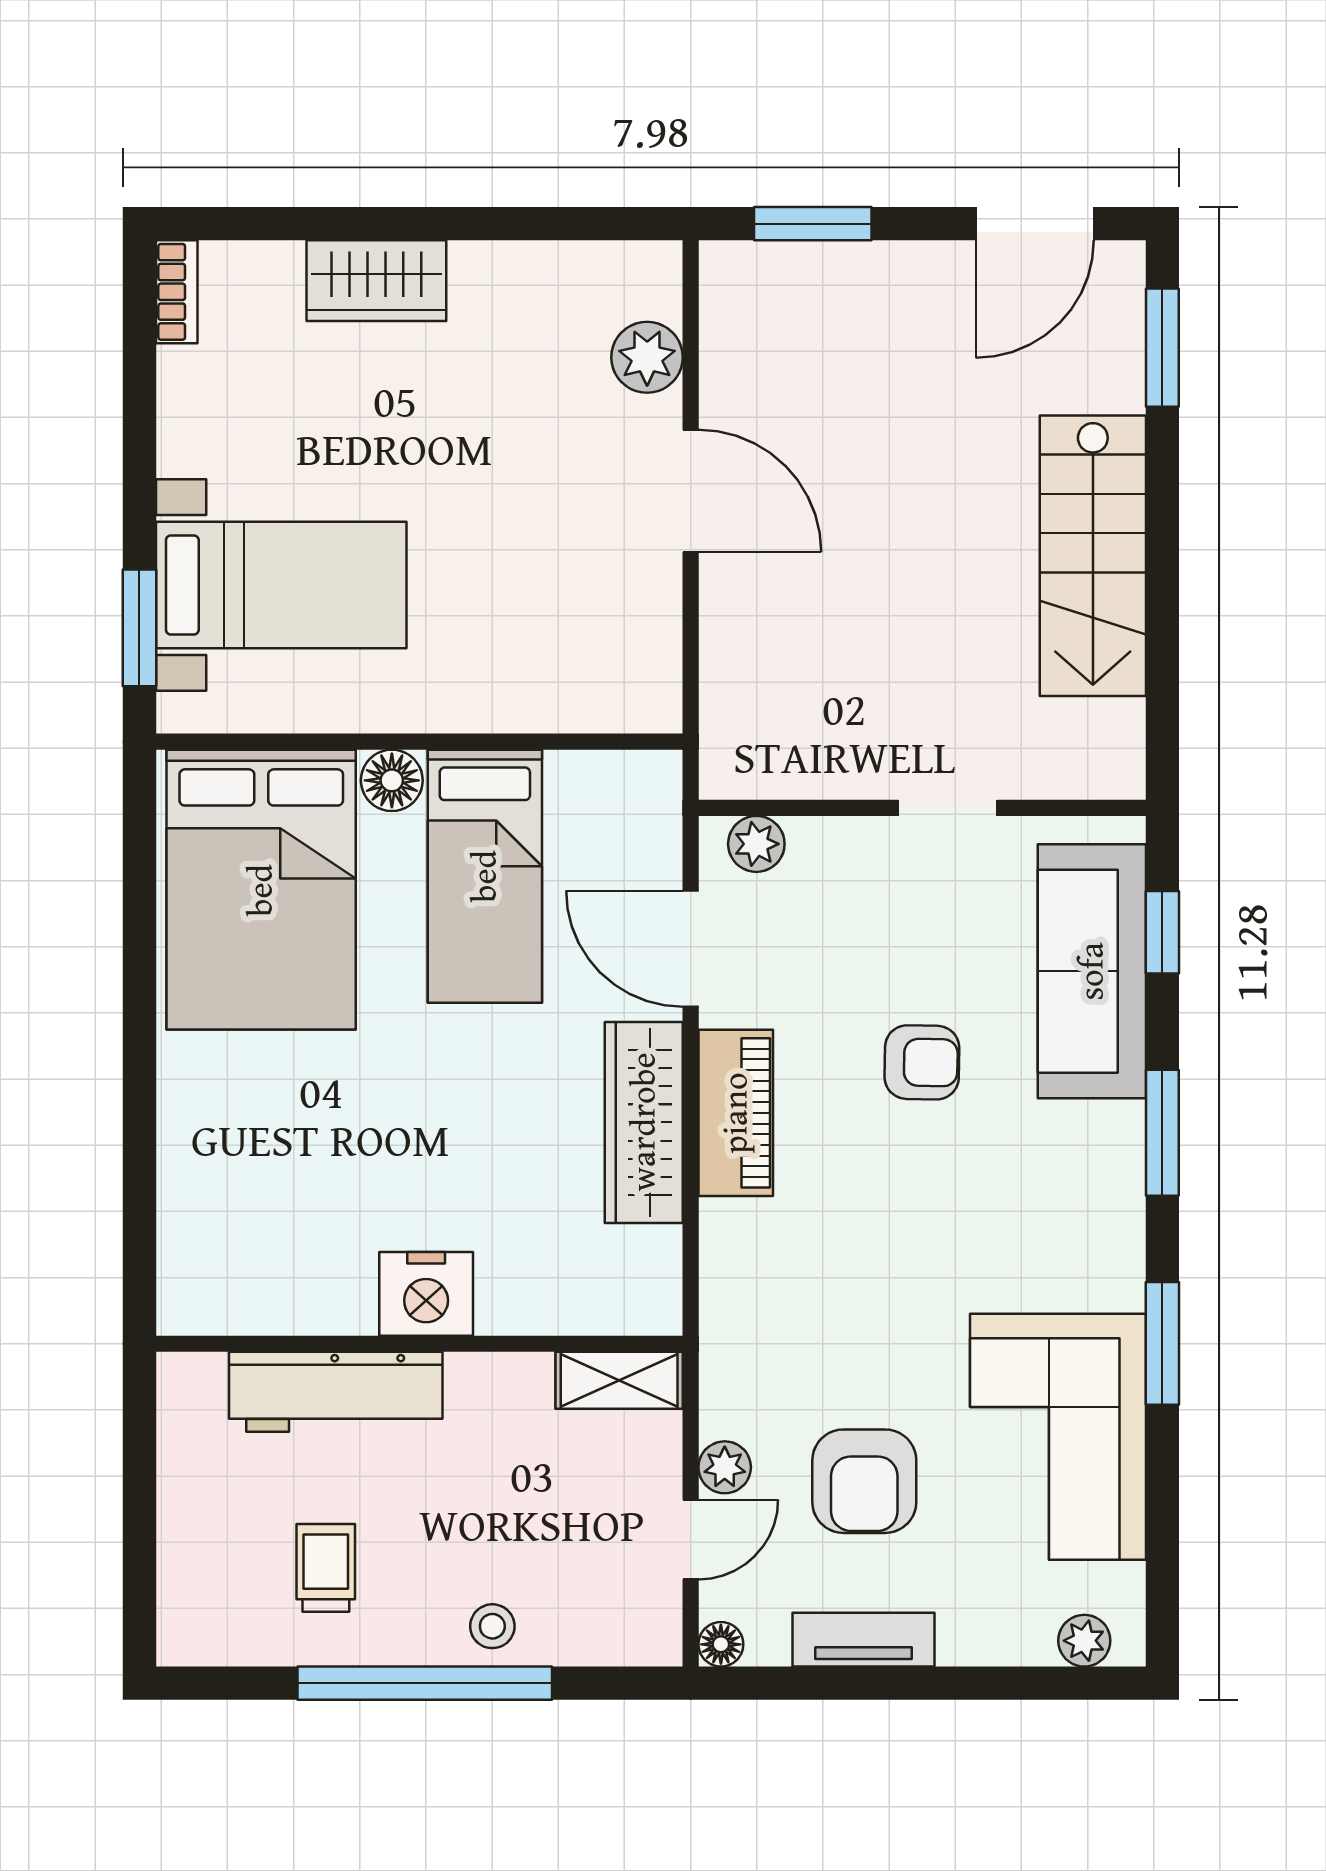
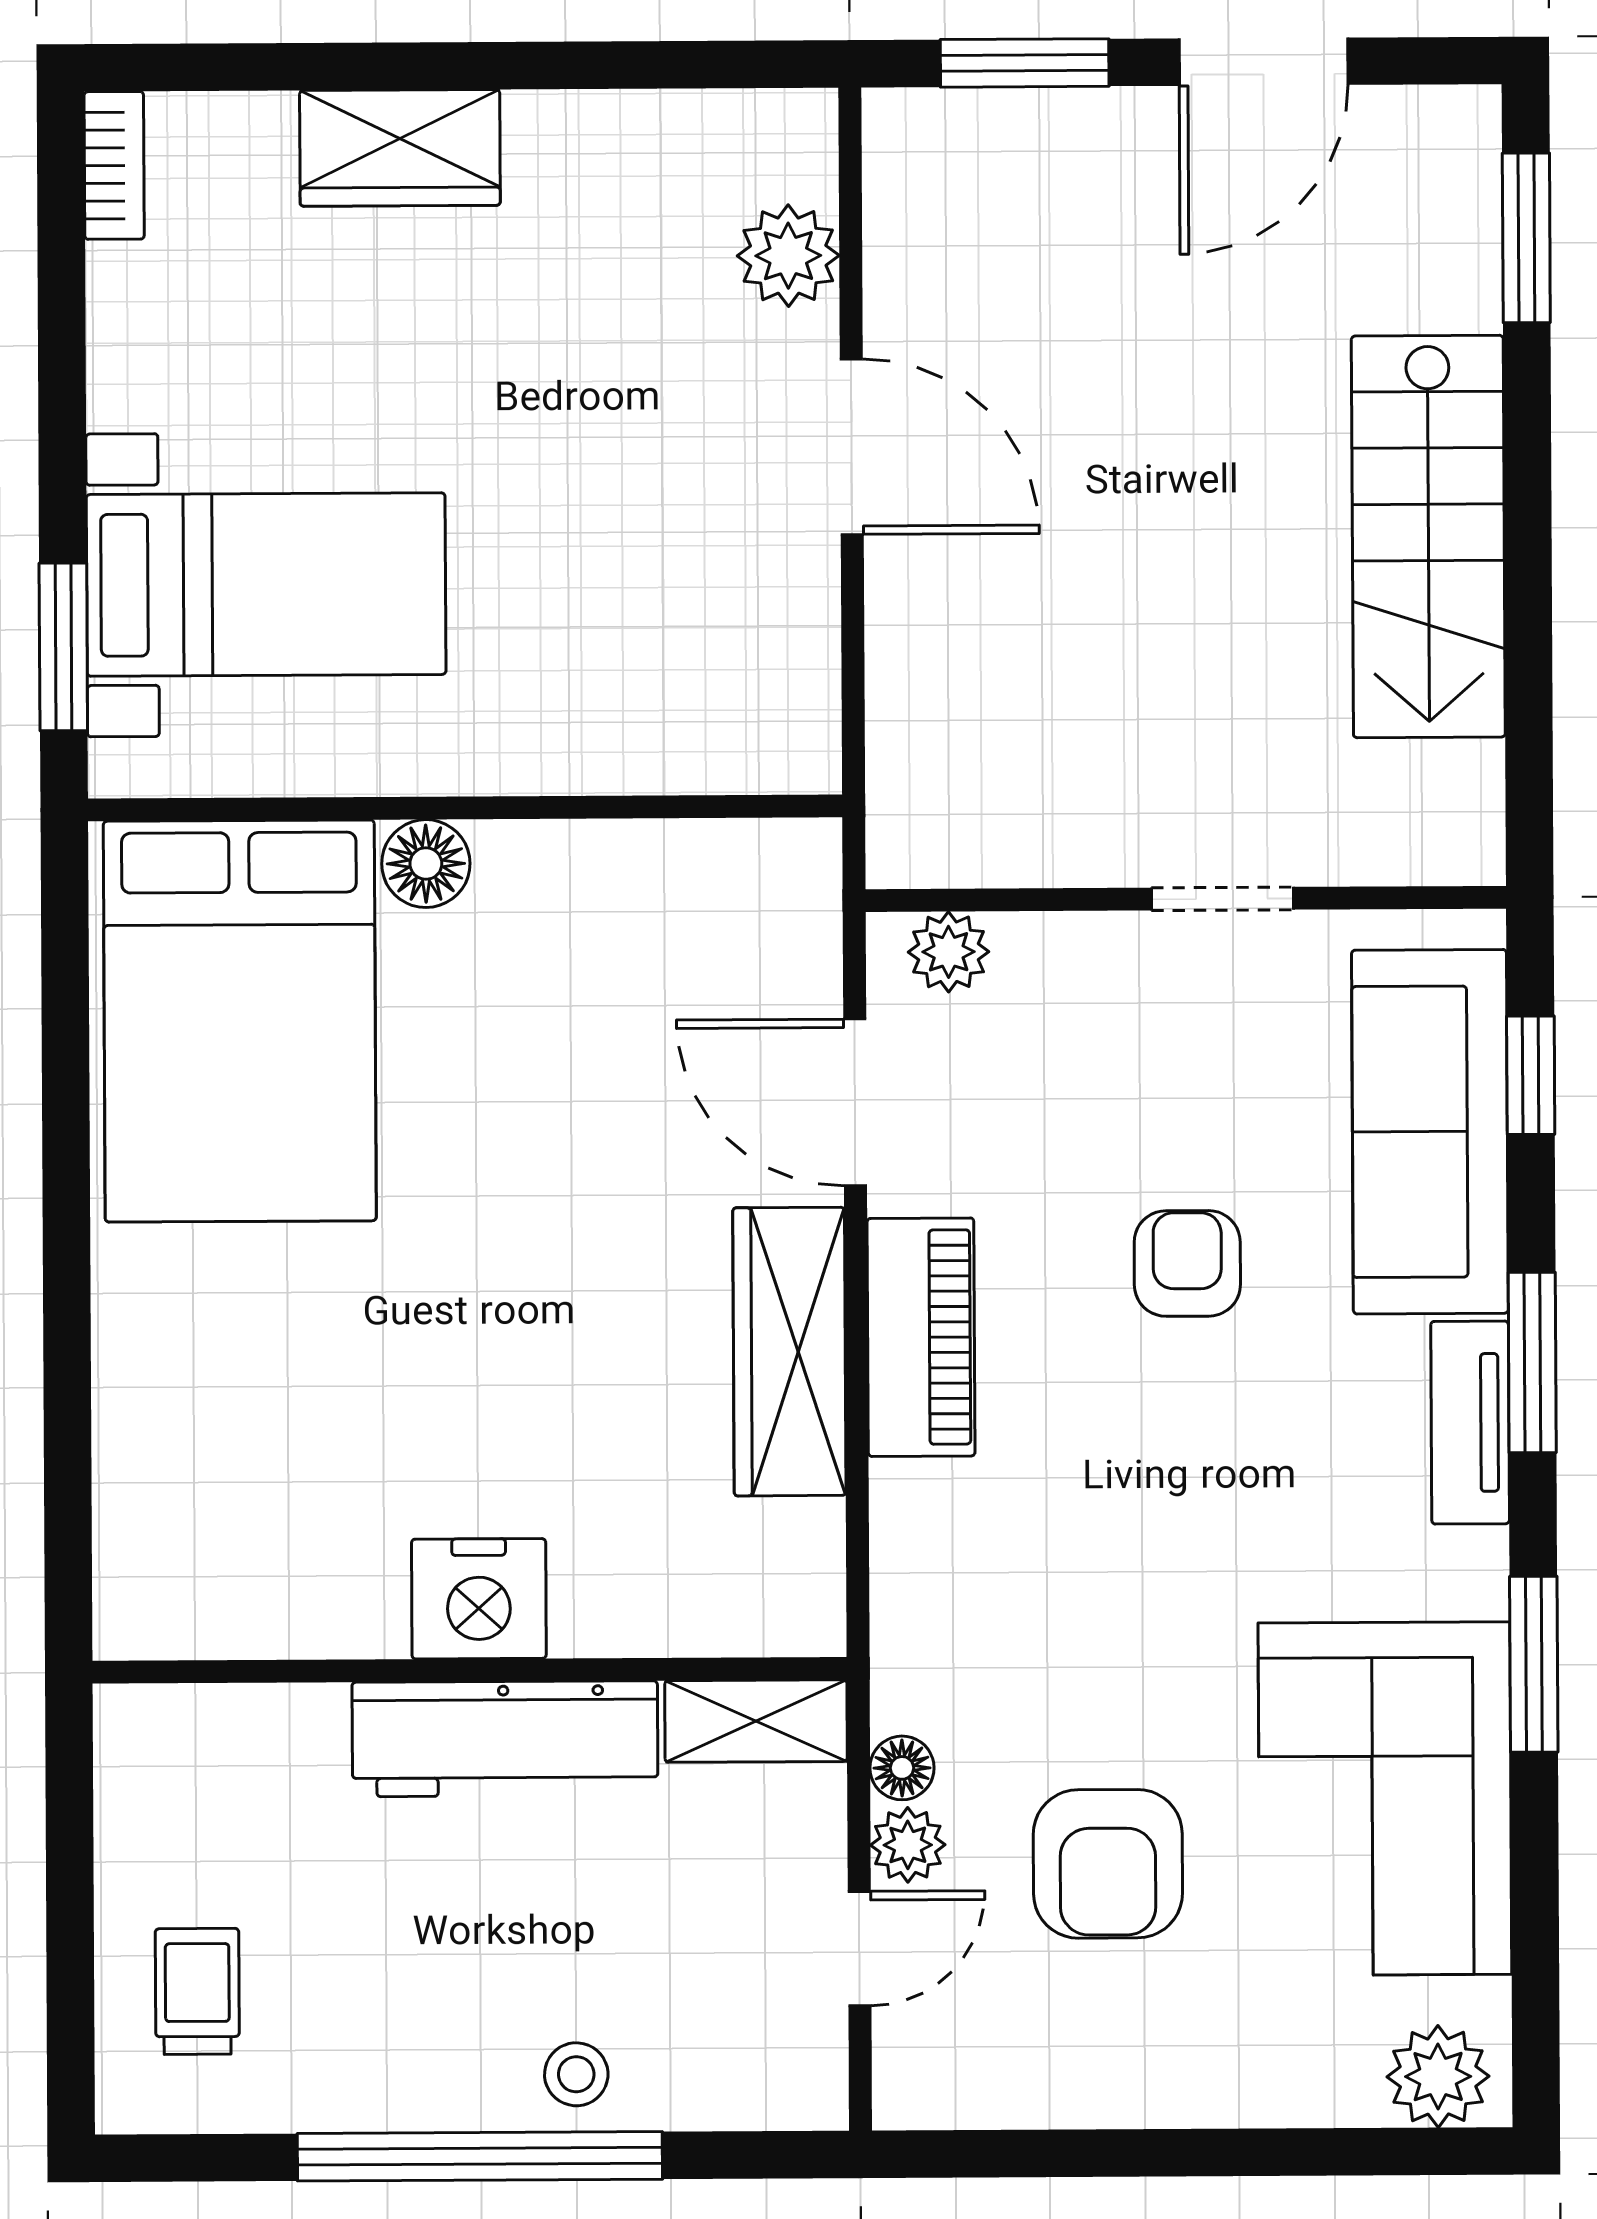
door: (1035, 224) -> (1263, 62), moved
bed: (485, 876) -> (560, 1000), removed
armchair: (922, 1062) -> (1187, 1263), turned -91
workbench: (336, 1392) -> (505, 1739), moved
trolley: (326, 1568) -> (197, 1991), moved
tv unit: (864, 1640) -> (1470, 1423), moved, turned -90
plant: (1084, 1641) -> (1438, 2077), width x1.38, depth x1.38
floor lamp: (721, 1644) -> (902, 1768), moved

